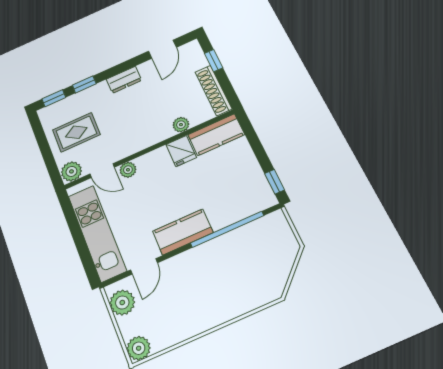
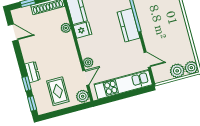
dresser: (124, 80) -> (32, 72), moved
kitchen counter: (183, 232) -> (128, 25), moved
plant: (122, 302) -> (177, 71), moved

